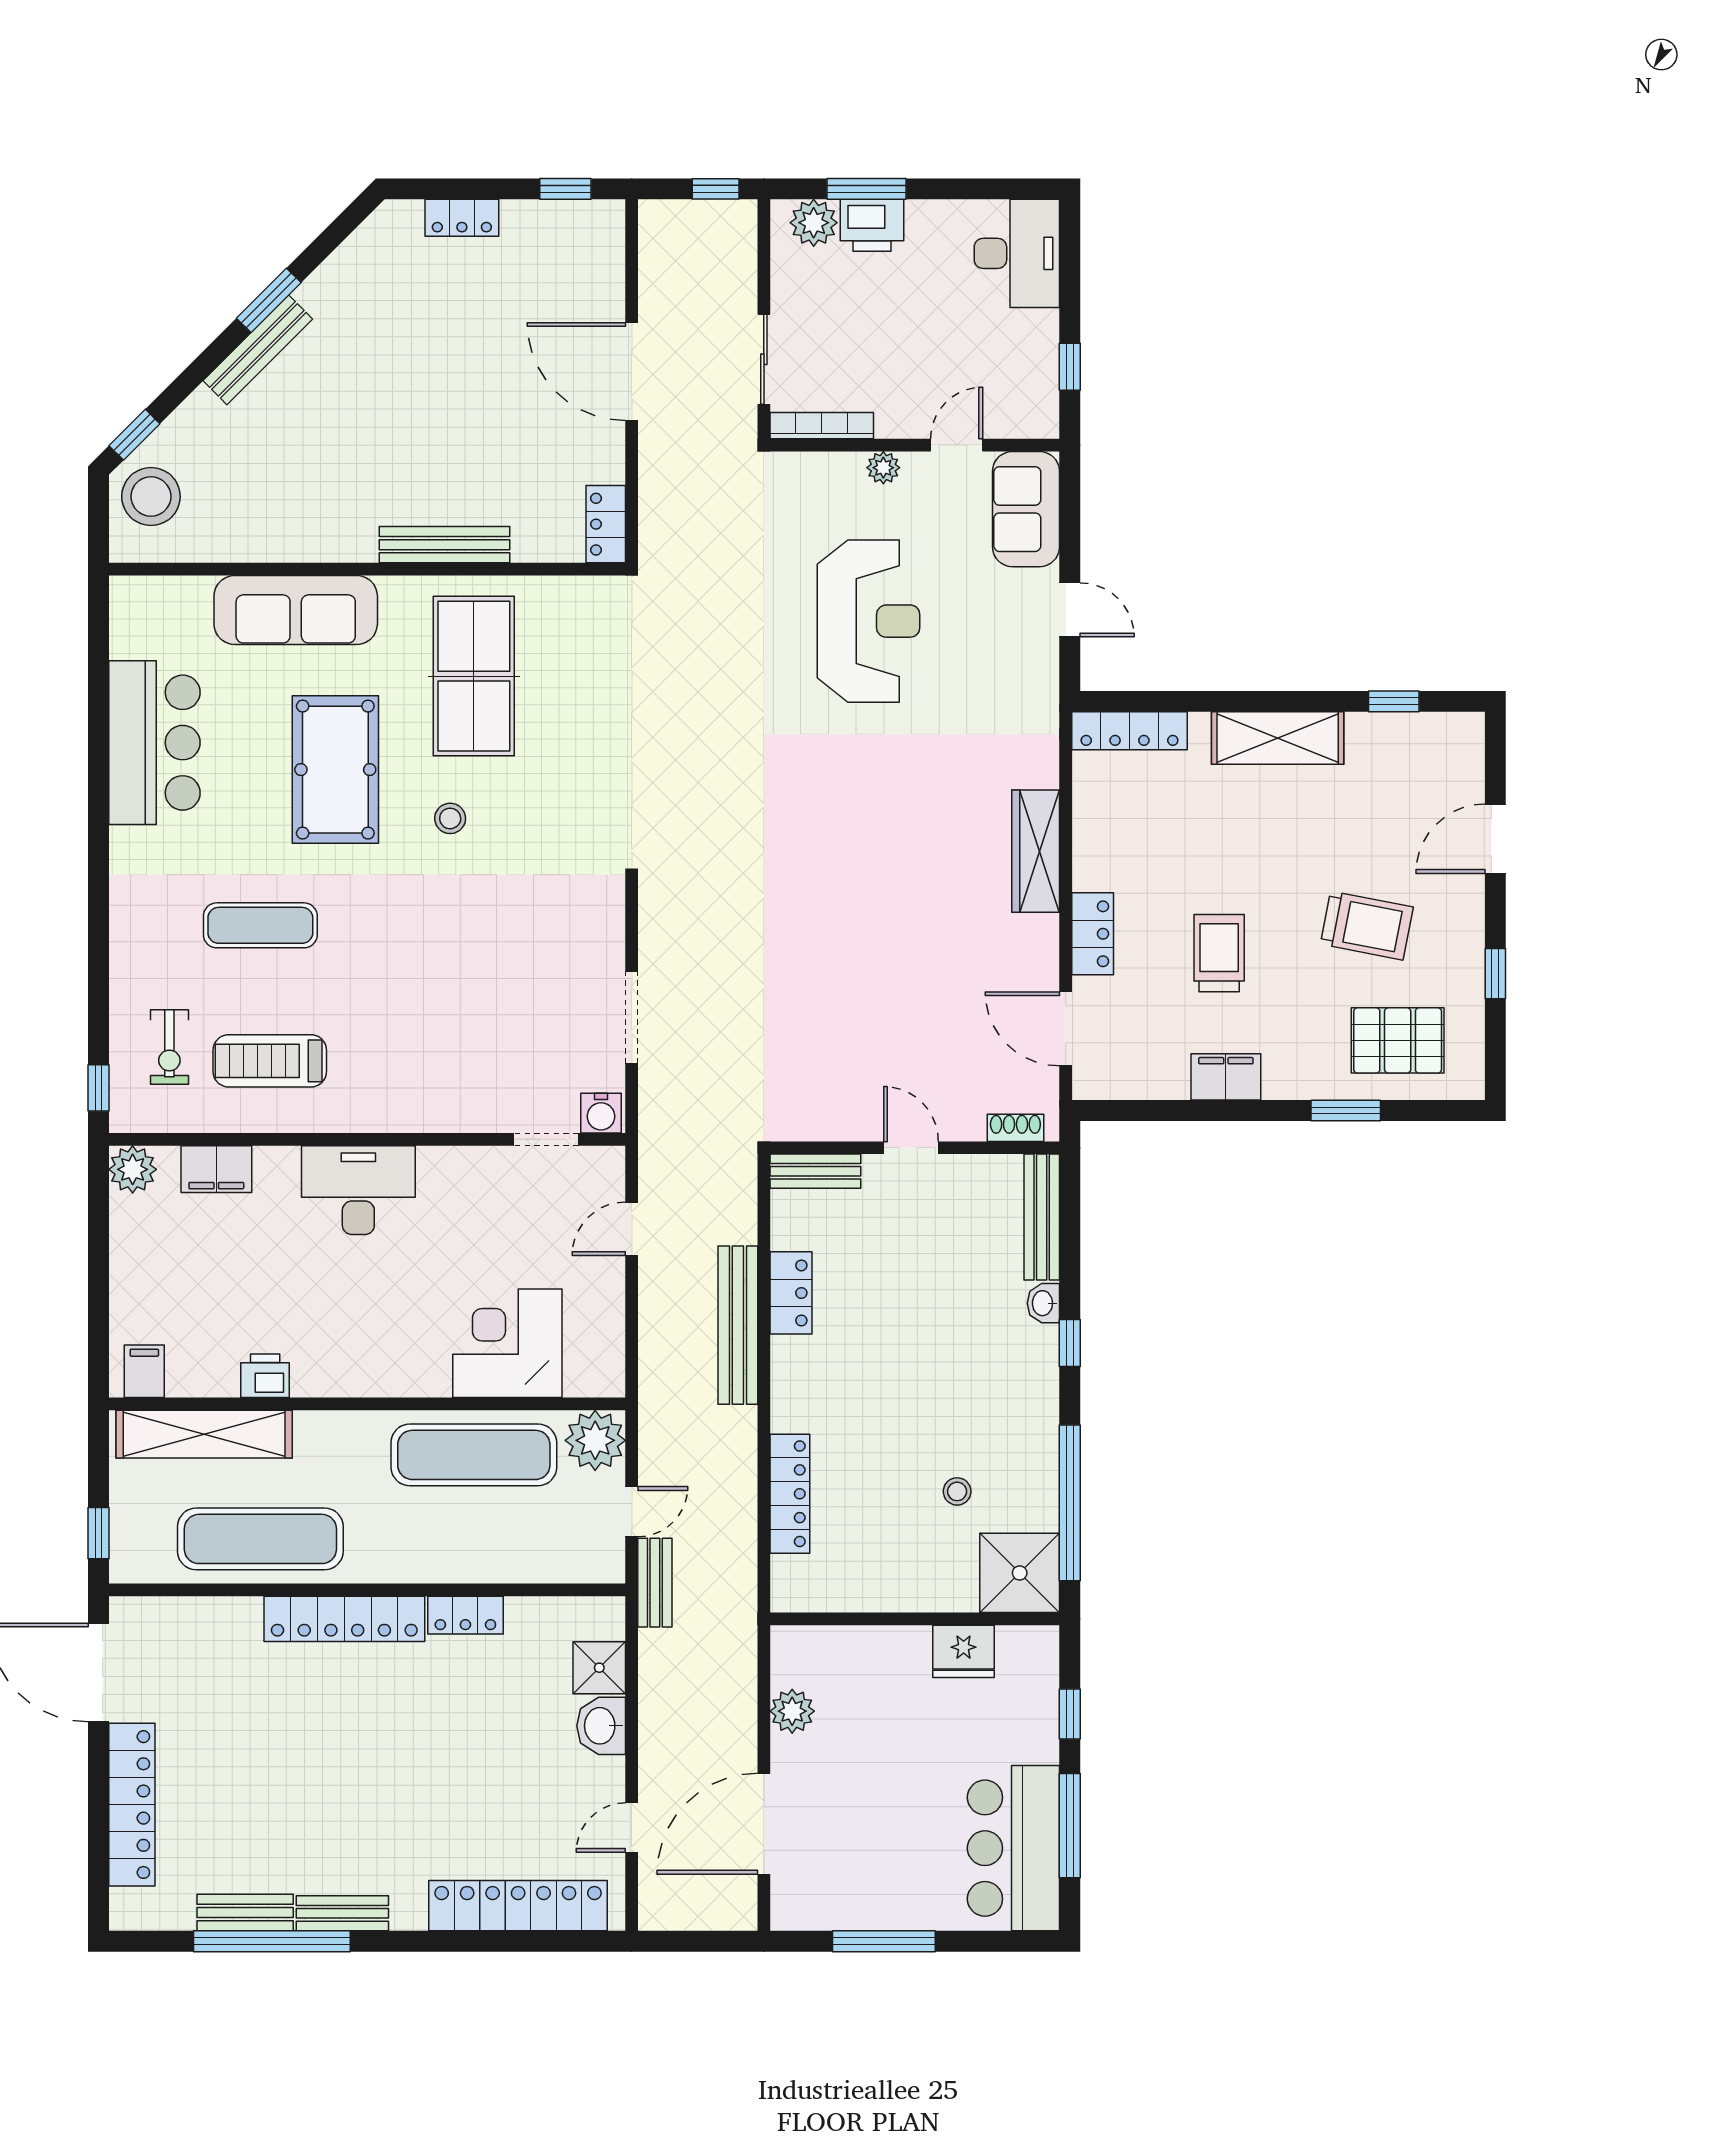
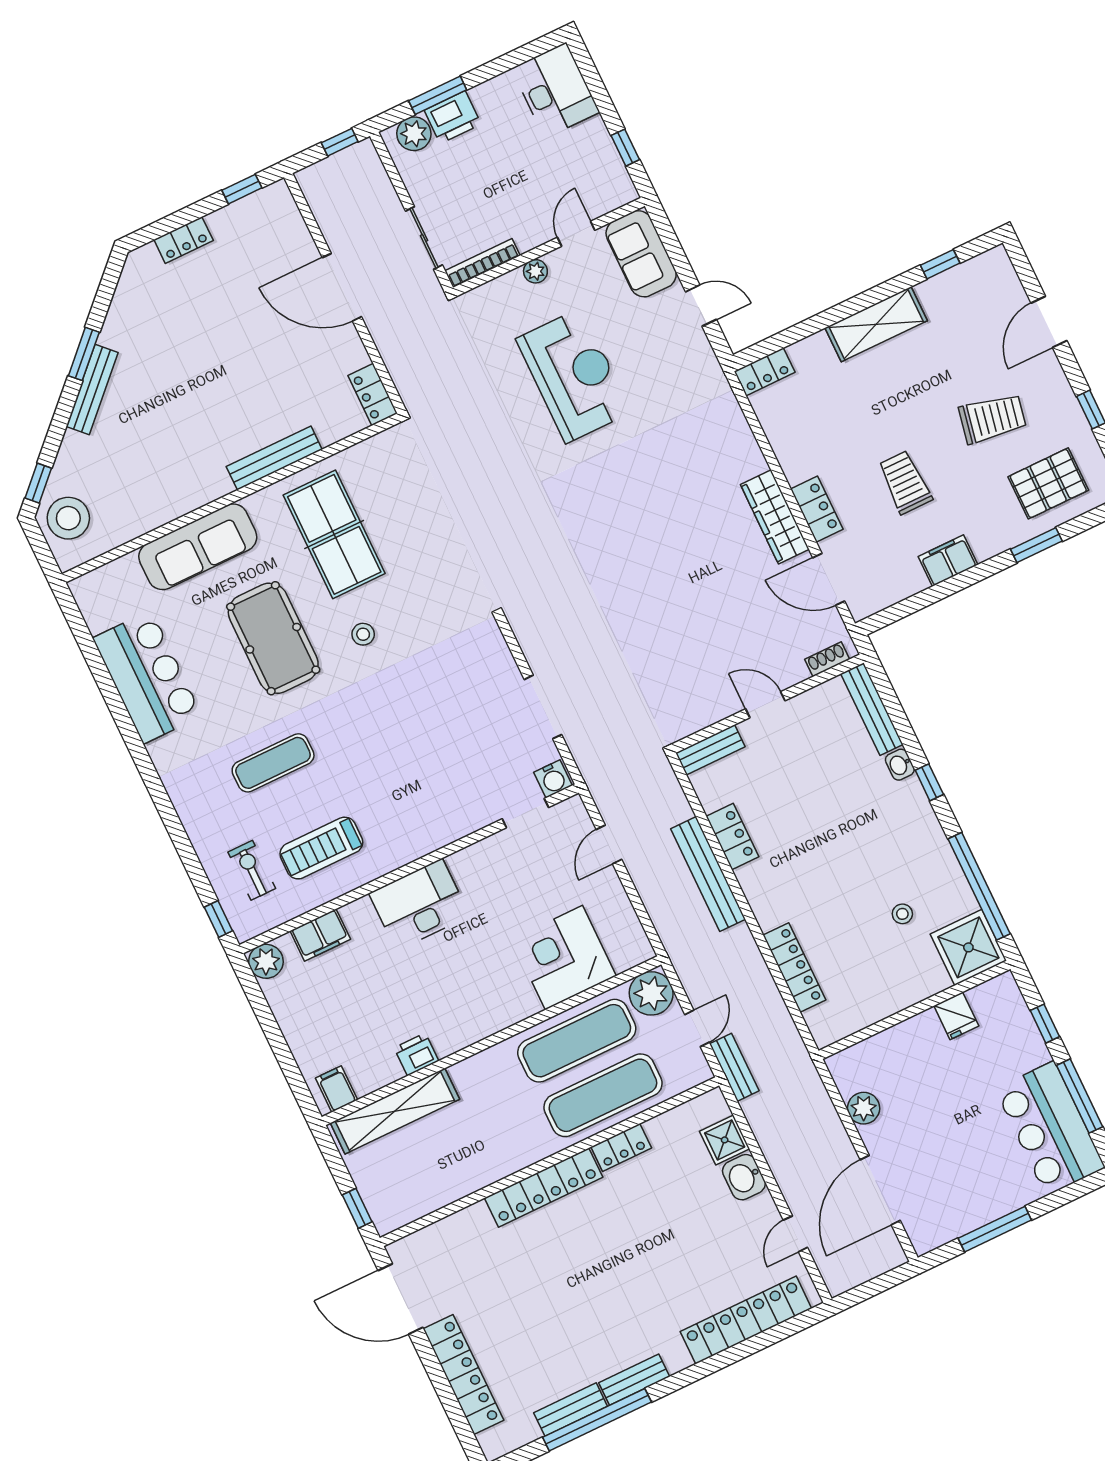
locker: (1129, 731) -> (765, 372), width x0.66
wardrobe: (1036, 851) -> (775, 517), moved
exercise bike: (169, 1047) -> (252, 870), turned 180
exercise mat: (260, 1539) -> (603, 1095), moved
fridge: (964, 1651) -> (956, 1016), width x0.72

